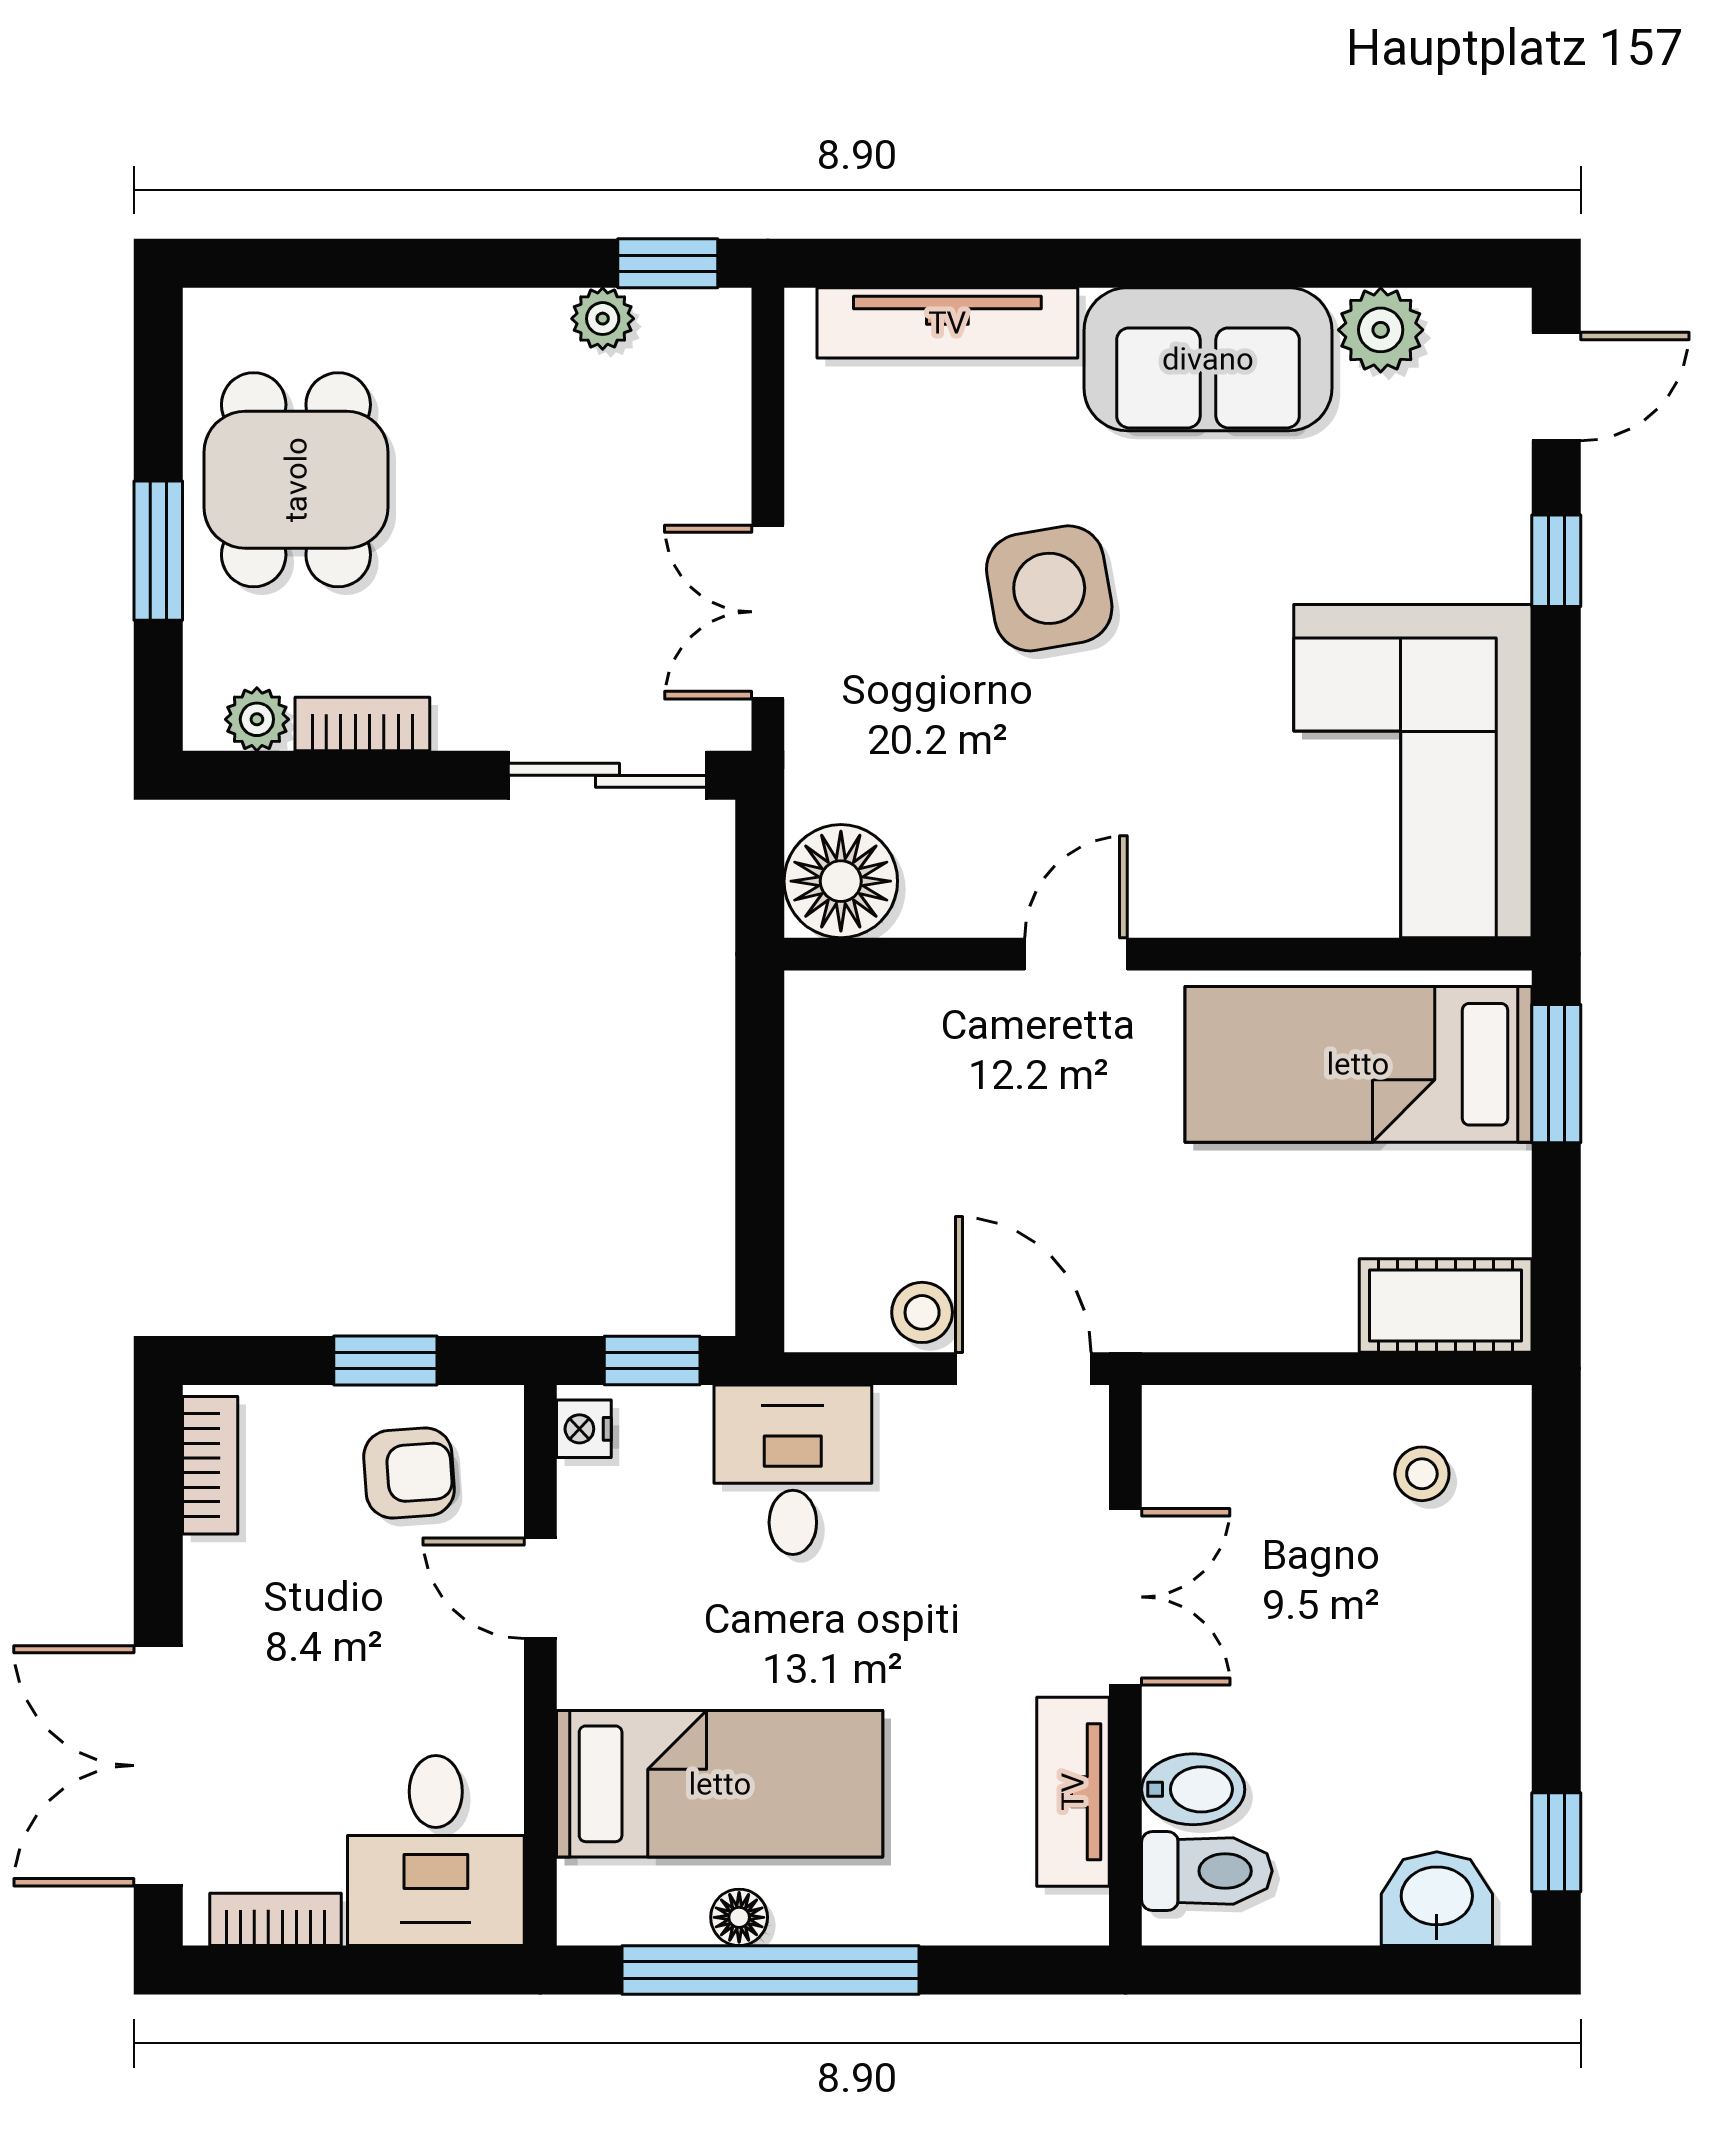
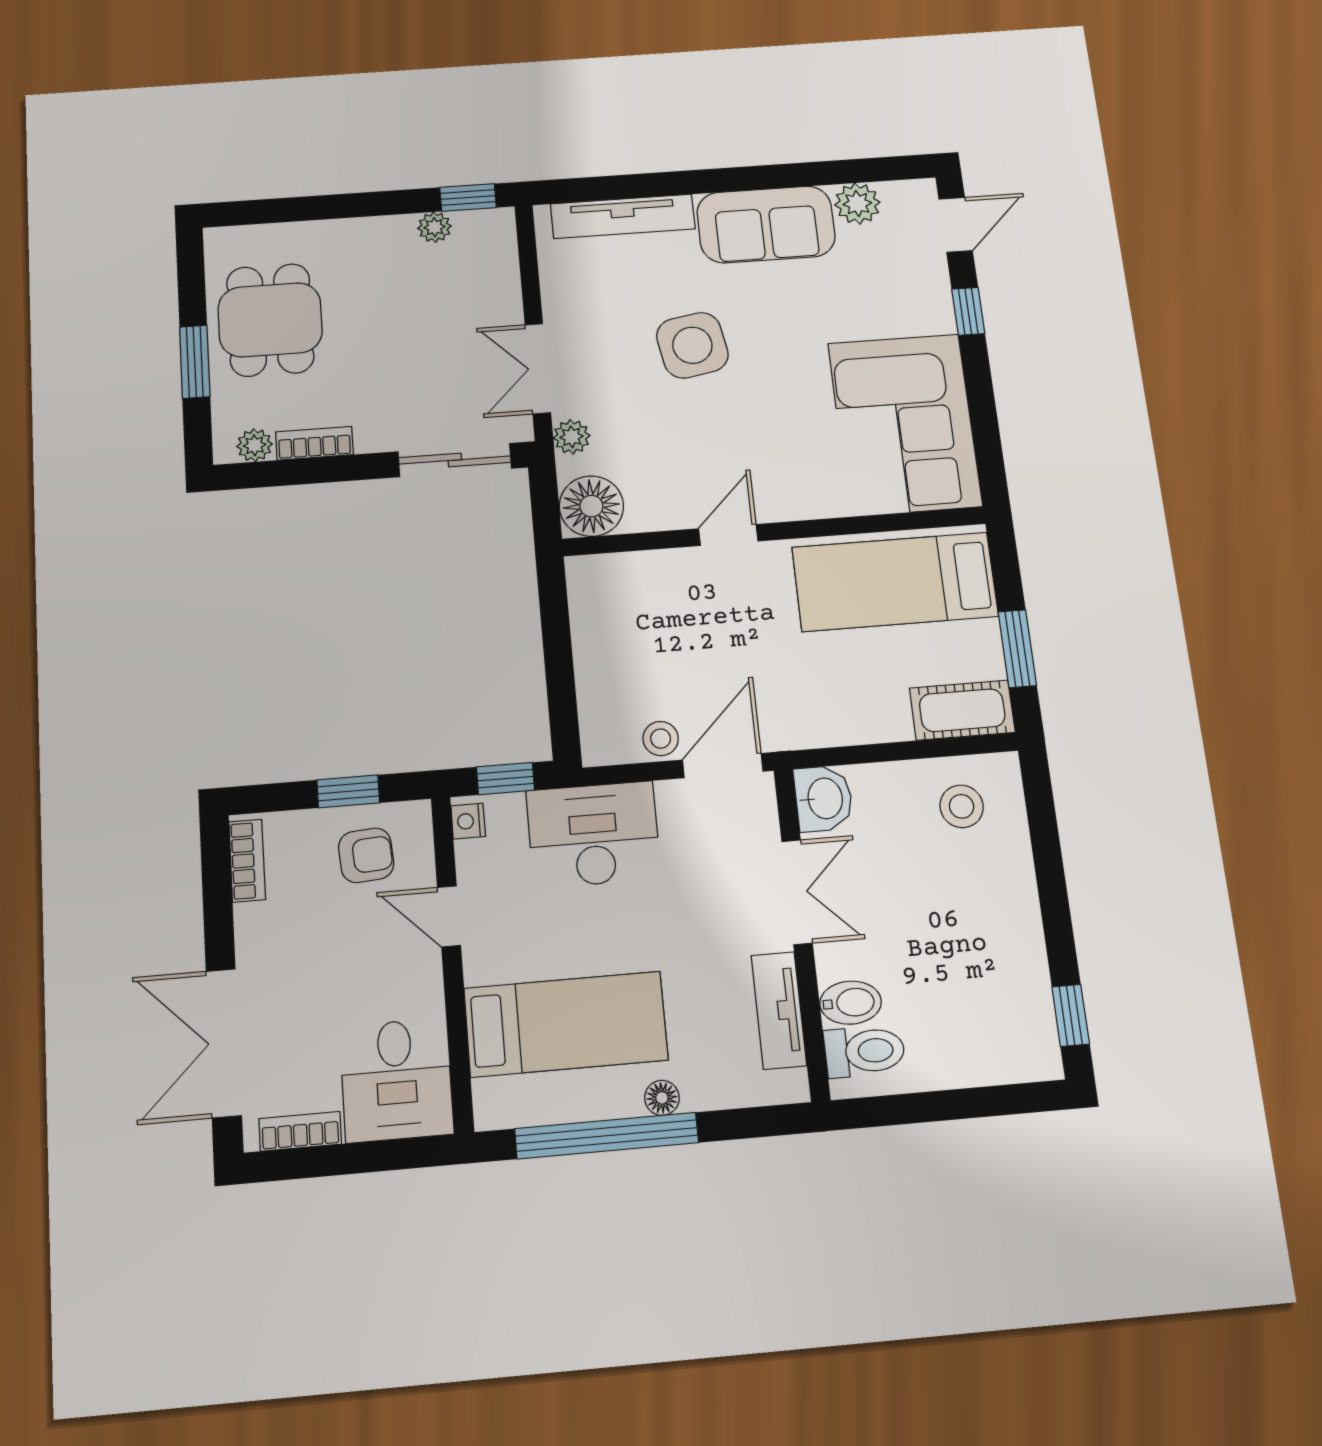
plant: (817, 748) -> (572, 437), added
window: (1556, 1074) -> (1017, 649), moved
door: (1023, 1369) -> (723, 766), hinge flipped
desk: (793, 1470) -> (593, 835), width x1.37
stool: (1422, 1474) -> (962, 806), width x1.37, depth x1.37
washbasin: (1437, 1899) -> (824, 798), moved, turned 90
floor lamp: (739, 1917) -> (662, 1098), moved

